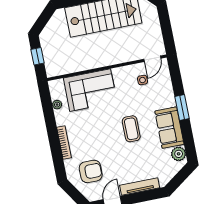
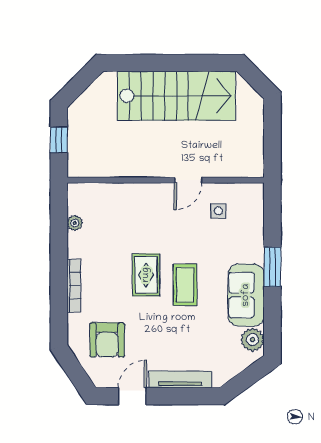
door: (152, 59) -> (188, 180), moved
corner sofa: (90, 90) -> (132, 210), removed
rug: (106, 127) -> (146, 275), added
armchair: (91, 171) -> (107, 340), turned 90

